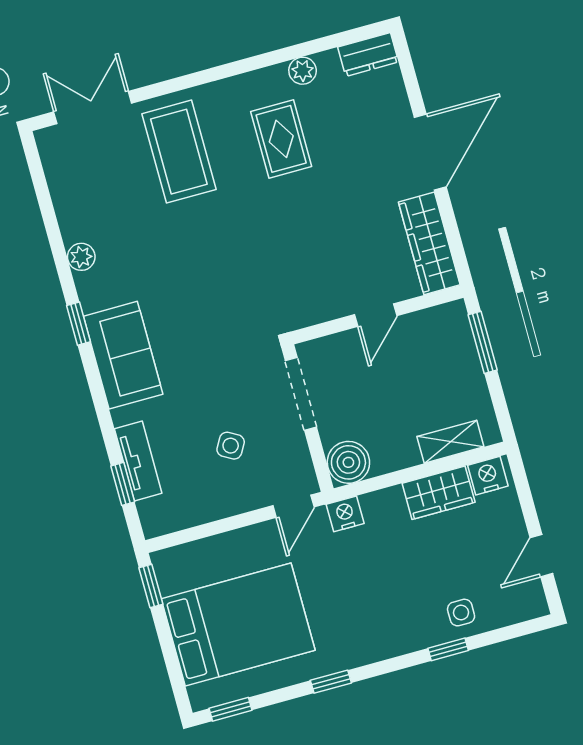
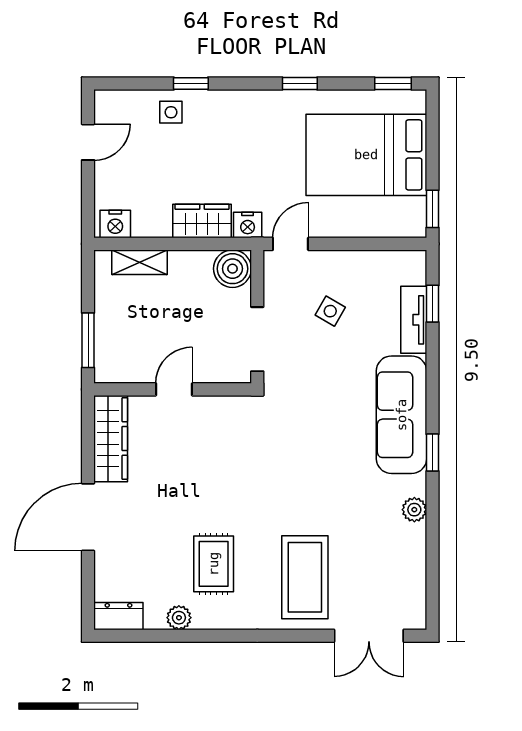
sofa: (123, 355) -> (402, 415), width x1.36
wardrobe: (439, 493) -> (202, 221), moved

